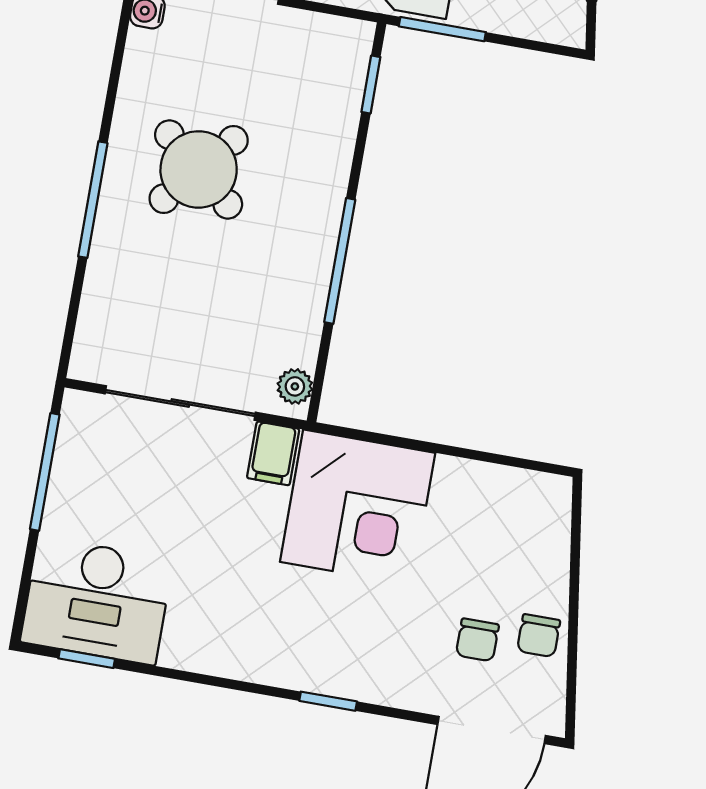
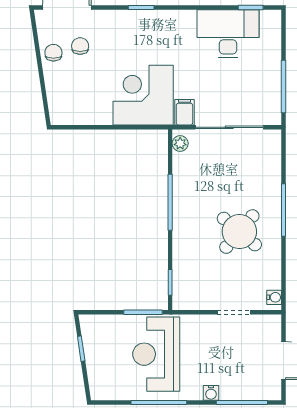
desk: (97, 601) -> (228, 34), moved

